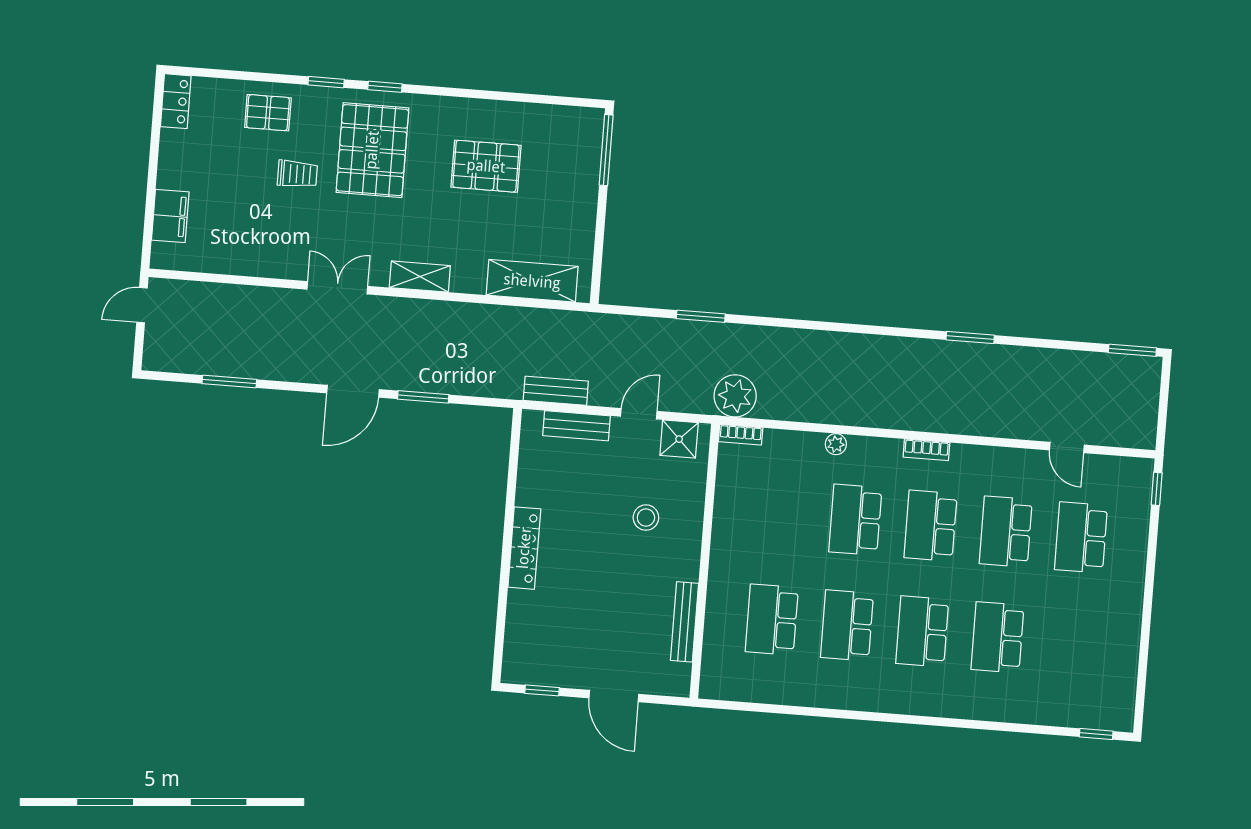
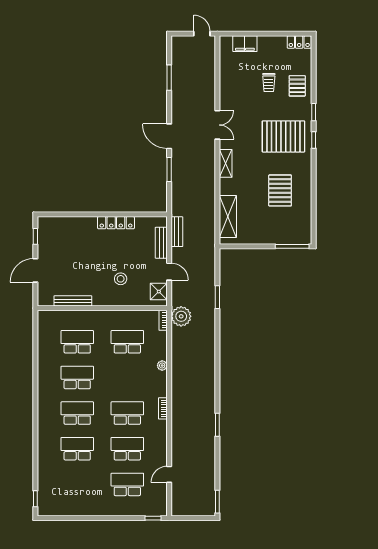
trolley: (297, 174) -> (269, 82), moved
school desk: (855, 520) -> (127, 342), moved
locker: (524, 548) -> (116, 223), moved

